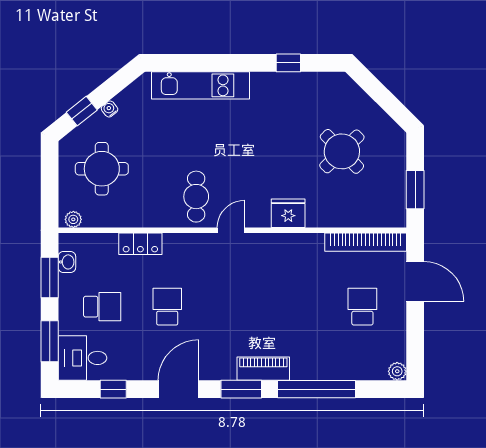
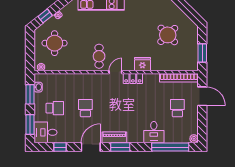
locker: (140, 244) -> (133, 79), moved
desk: (312, 357) -> (154, 132), added
piano: (263, 369) -> (114, 137), moved
window: (317, 389) -> (170, 147), moved

